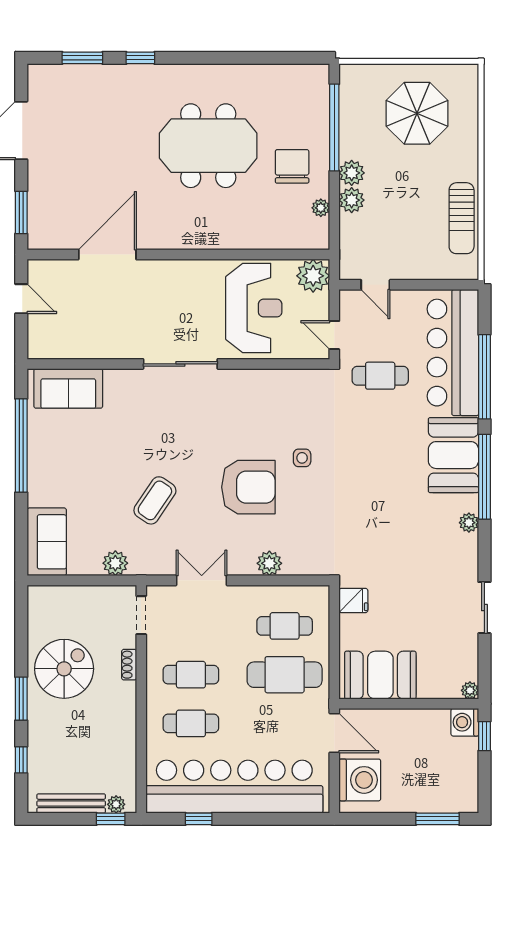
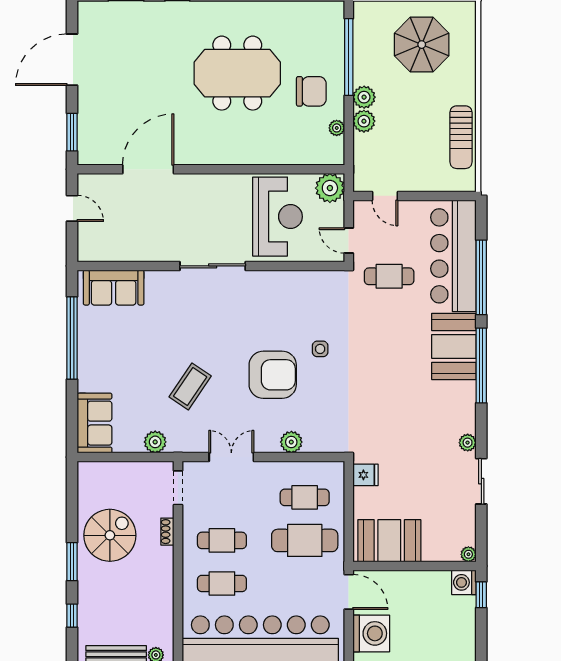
chair: (292, 166) -> (311, 91), turned 90
plant: (469, 523) -> (468, 443), moved

